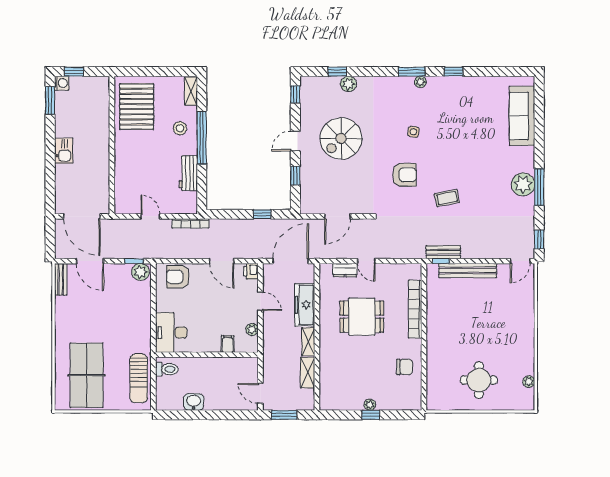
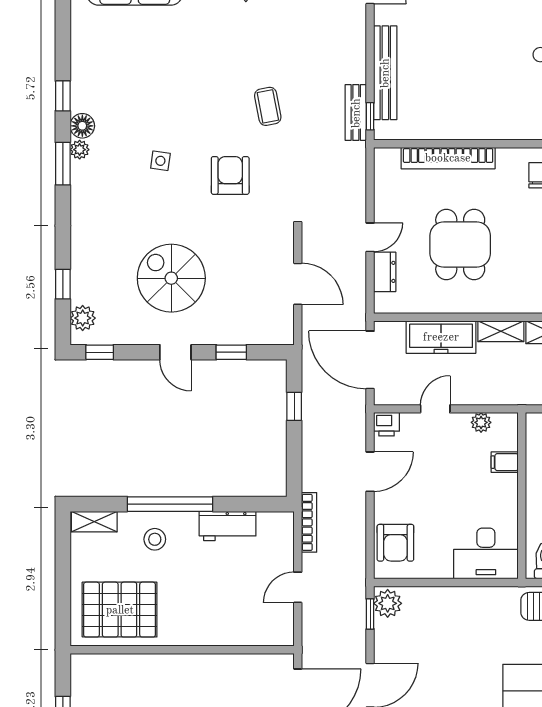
plant: (348, 84) -> (83, 318), moved
floor lamp: (435, 84) -> (82, 126), added
spiral stairs: (341, 138) -> (171, 278), turned 180

